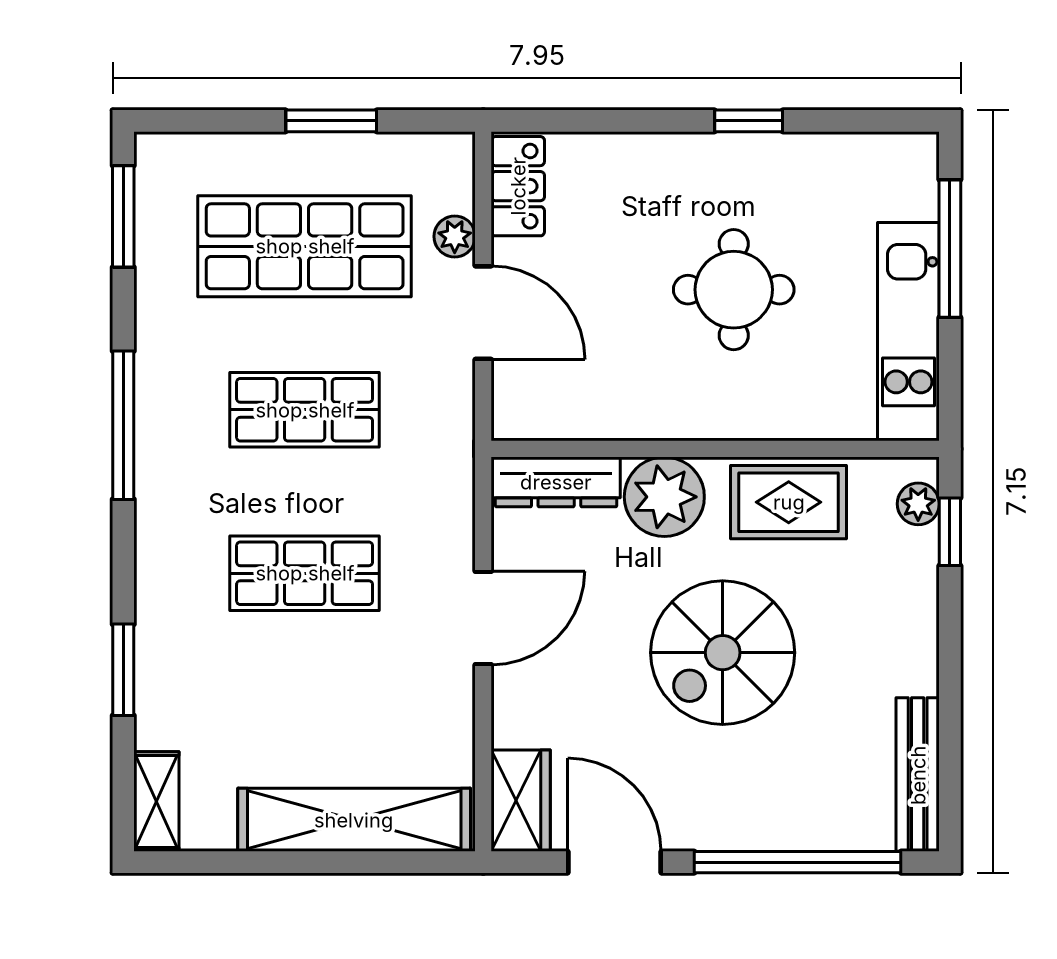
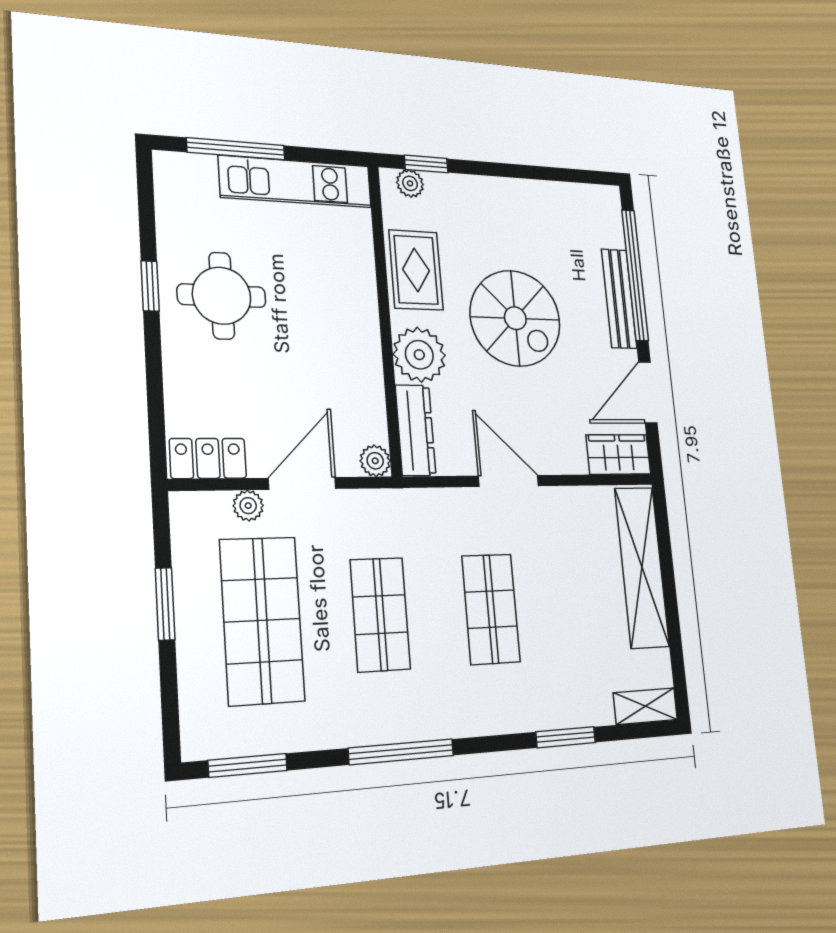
round table: (734, 290) -> (222, 296), moved
plant: (513, 419) -> (375, 461), added
bench: (918, 775) -> (619, 299), moved, turned 90

